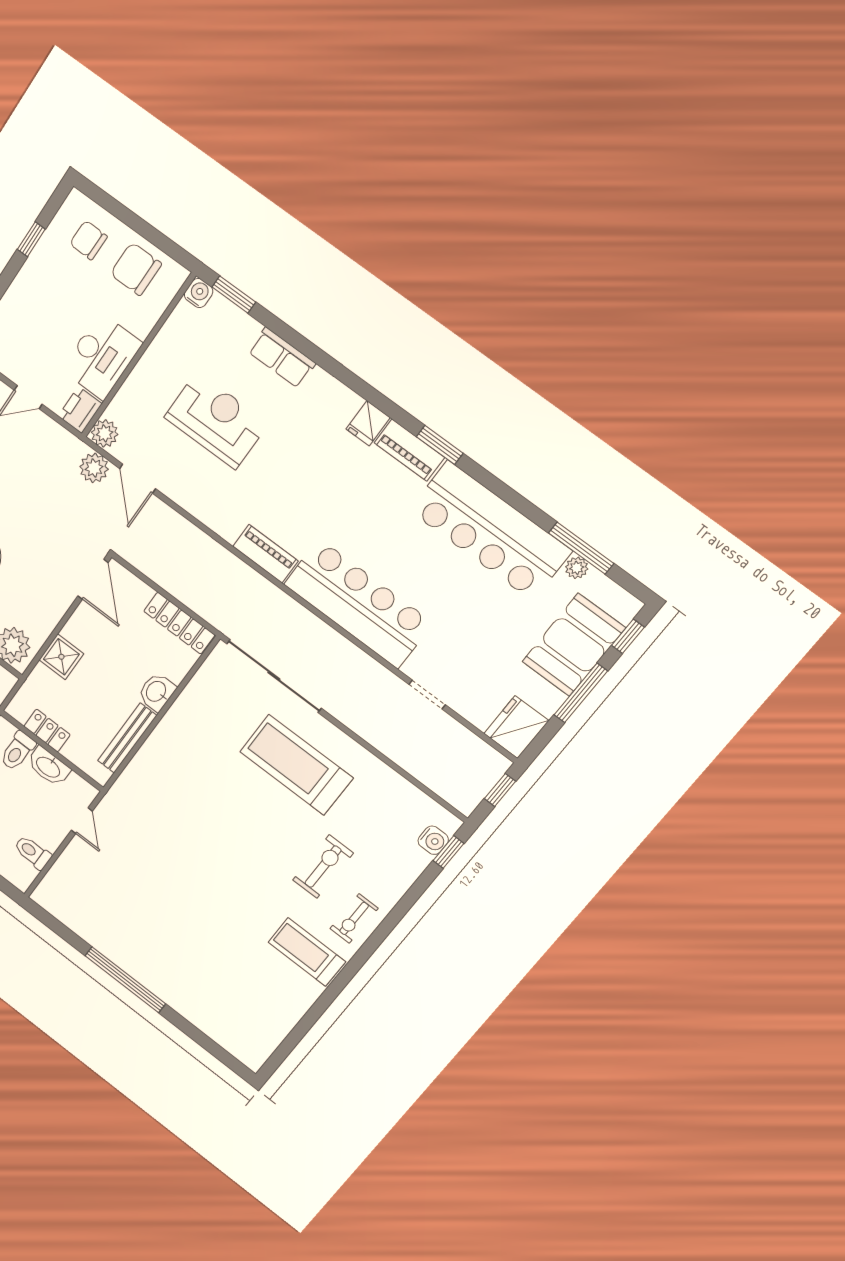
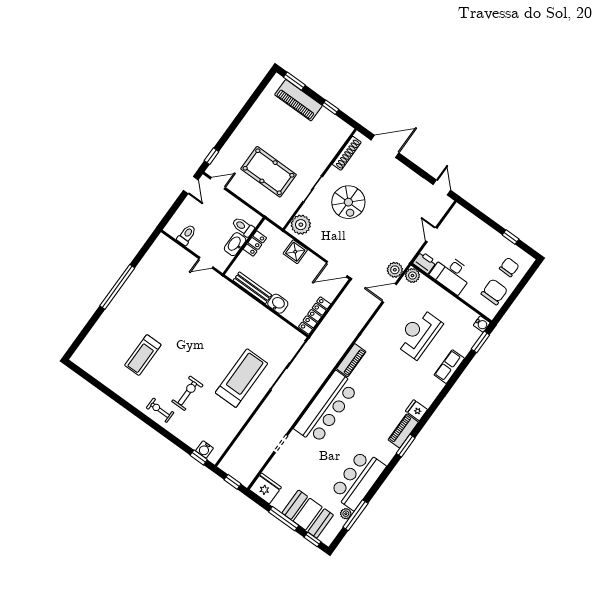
reception desk: (216, 420) -> (419, 334), turned 180
bar counter: (490, 531) -> (358, 480), width x0.73
exercise bike: (323, 867) -> (187, 393), turned -90
treadmill: (307, 952) -> (143, 355), moved, turned 180

